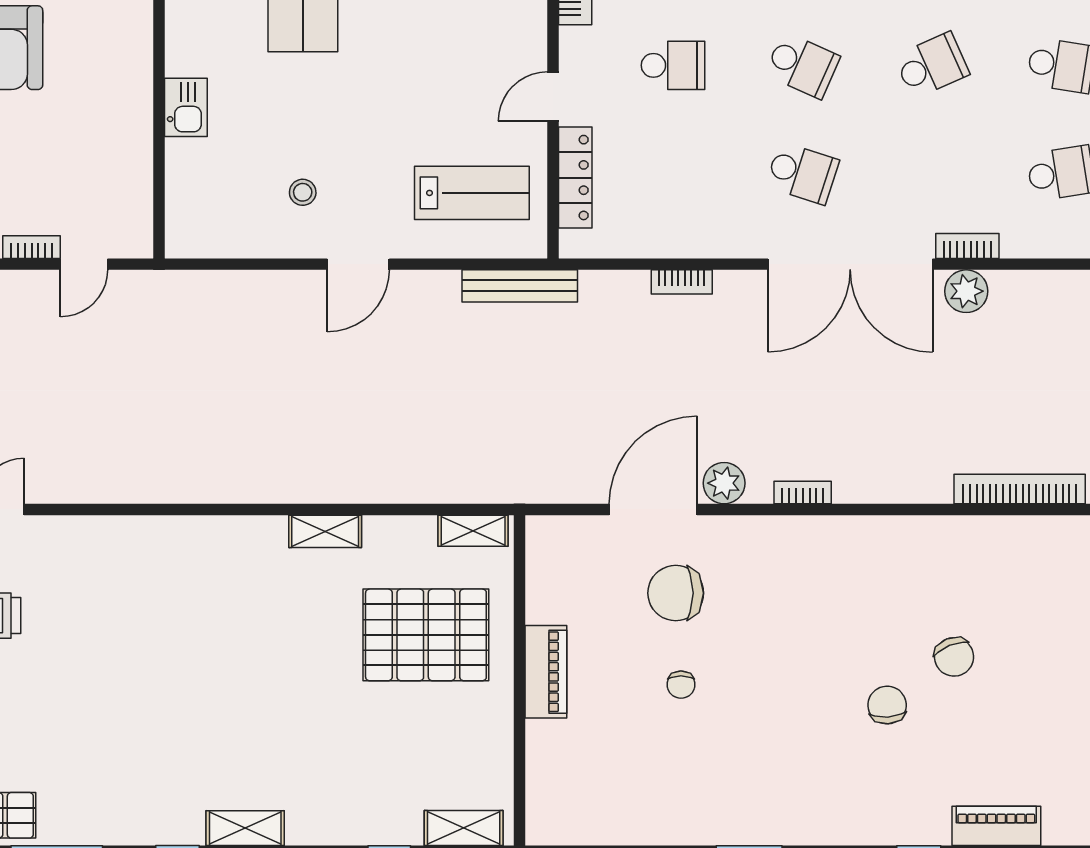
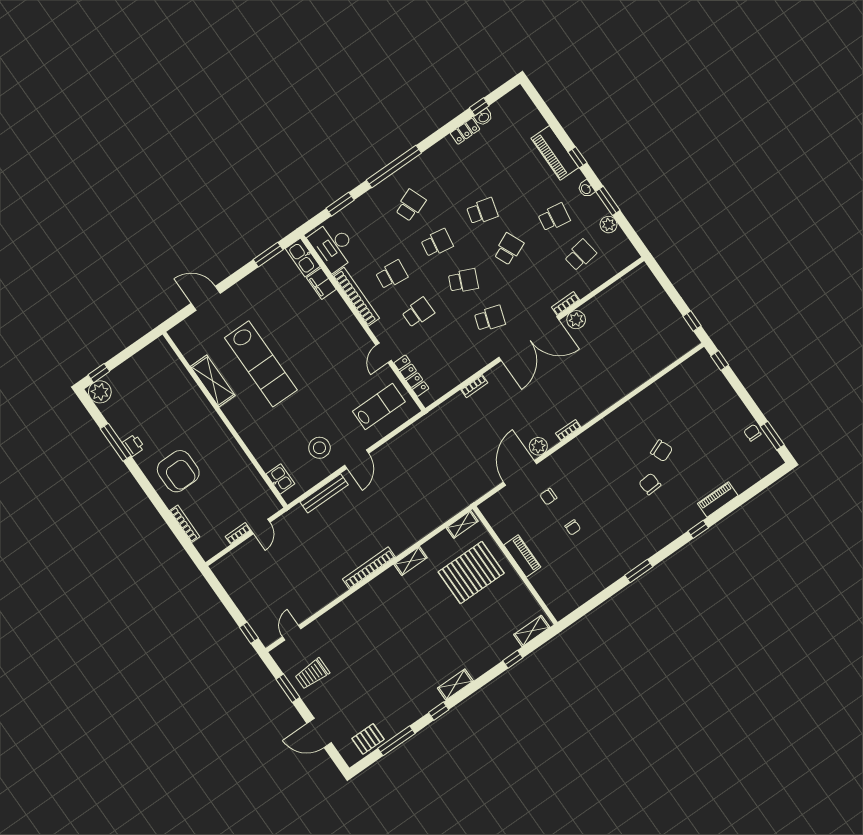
kitchen sink: (186, 107) -> (280, 479), moved
stool: (303, 192) -> (319, 448), width x1.89, depth x1.89
bench: (520, 286) -> (324, 493), moved
bookcase: (1020, 489) -> (369, 568), moved
chair: (676, 593) -> (548, 497), width x0.54, depth x0.54

